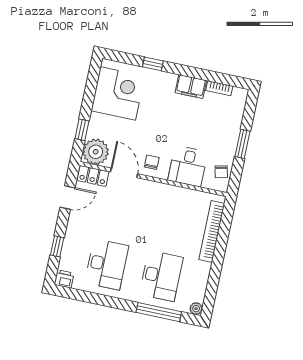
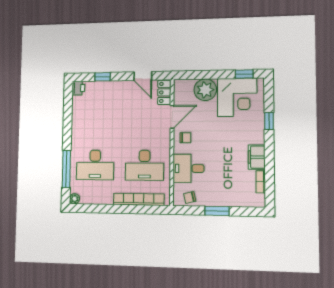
window: (82, 130) -> (244, 74), moved
plant: (96, 152) -> (205, 90), moved
desk: (107, 264) -> (144, 165), moved

